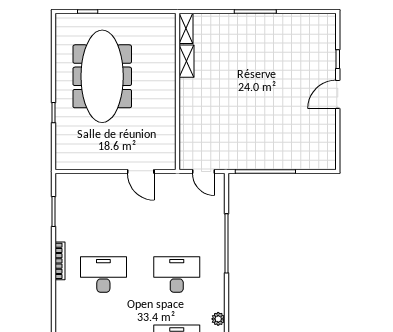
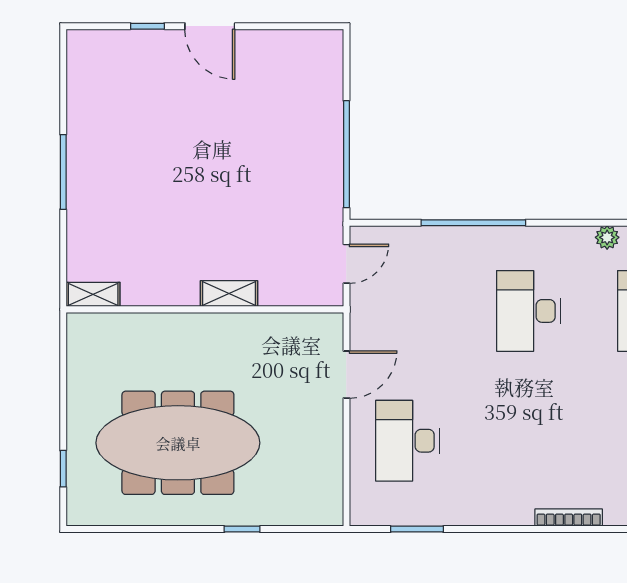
shelving: (187, 61) -> (229, 294), moved
bookcase: (60, 261) -> (569, 518), moved
desk: (103, 274) -> (408, 441), moved

